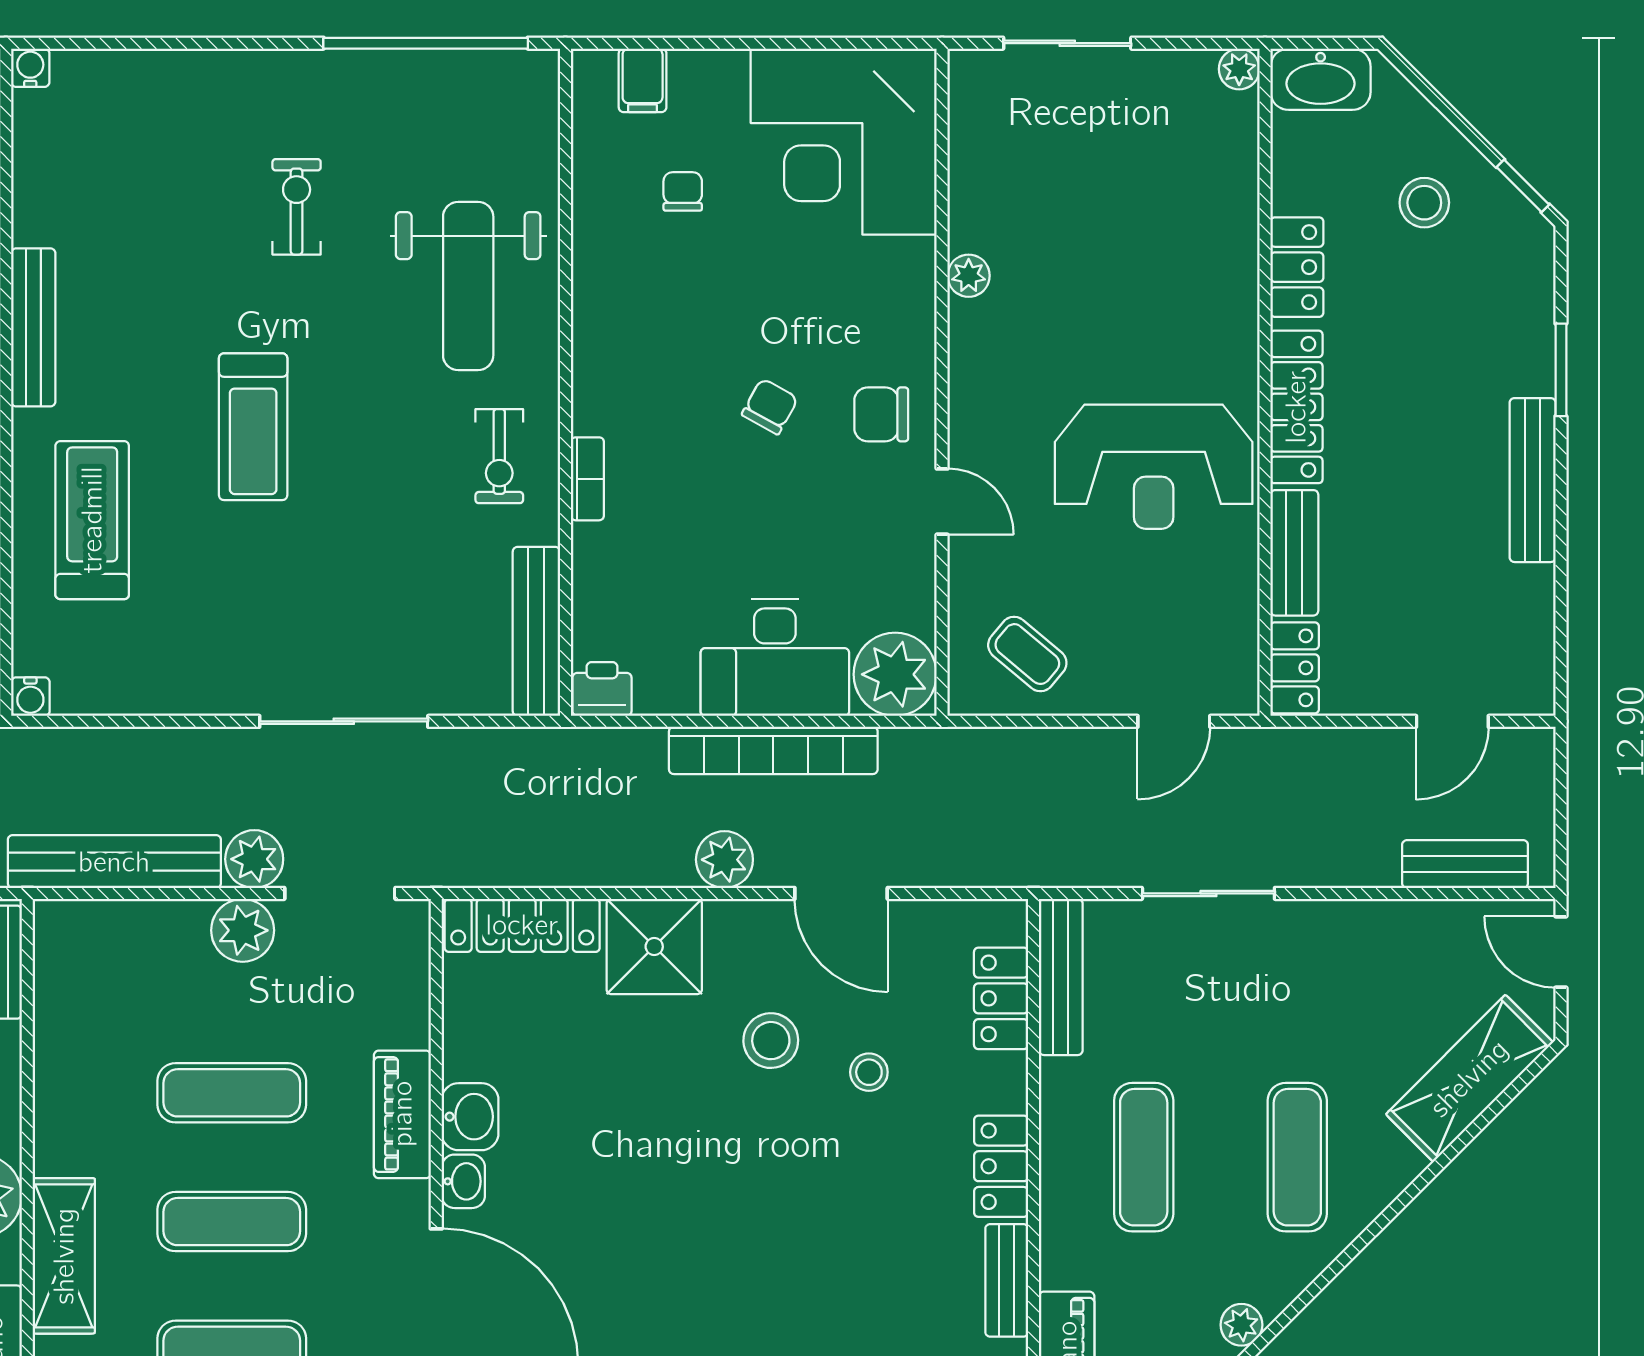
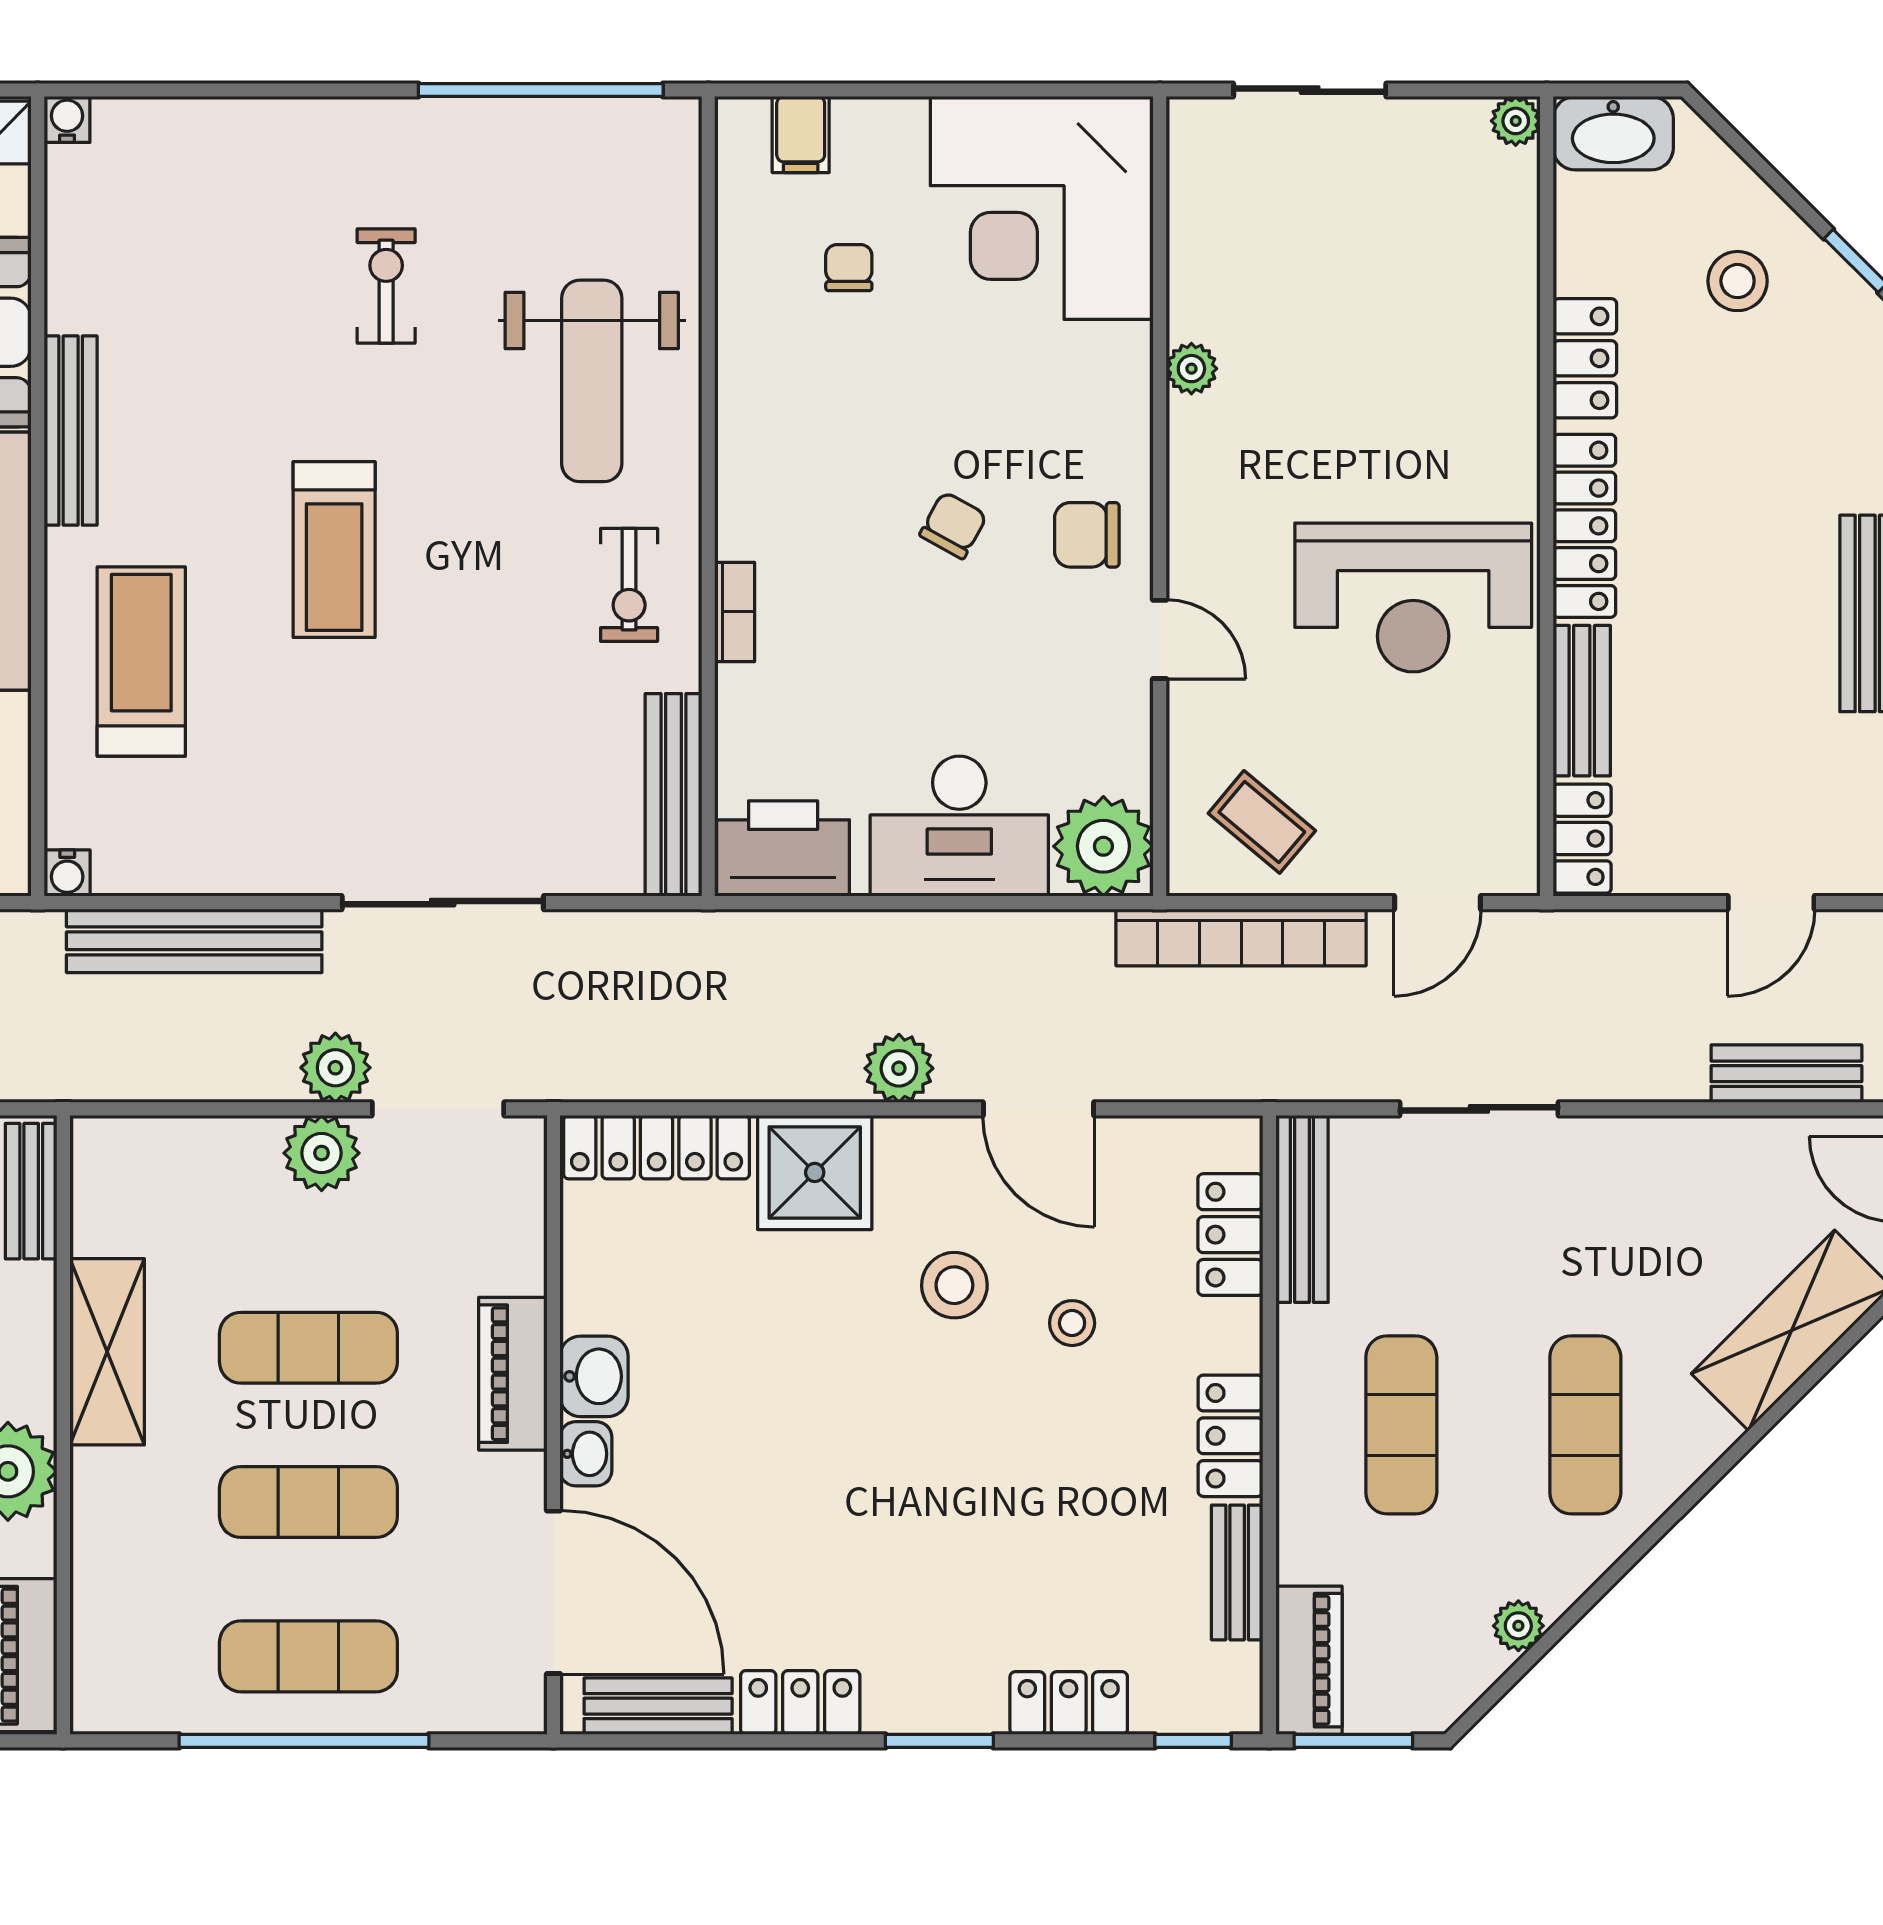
printer: (602, 689) -> (783, 848), width x1.87, depth x1.48
bookcase: (773, 750) -> (1241, 937), moved
bench: (114, 862) -> (194, 941), moved
shelving: (64, 1256) -> (107, 1352), moved

